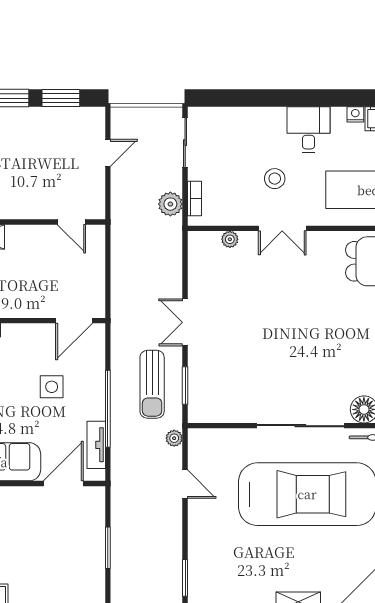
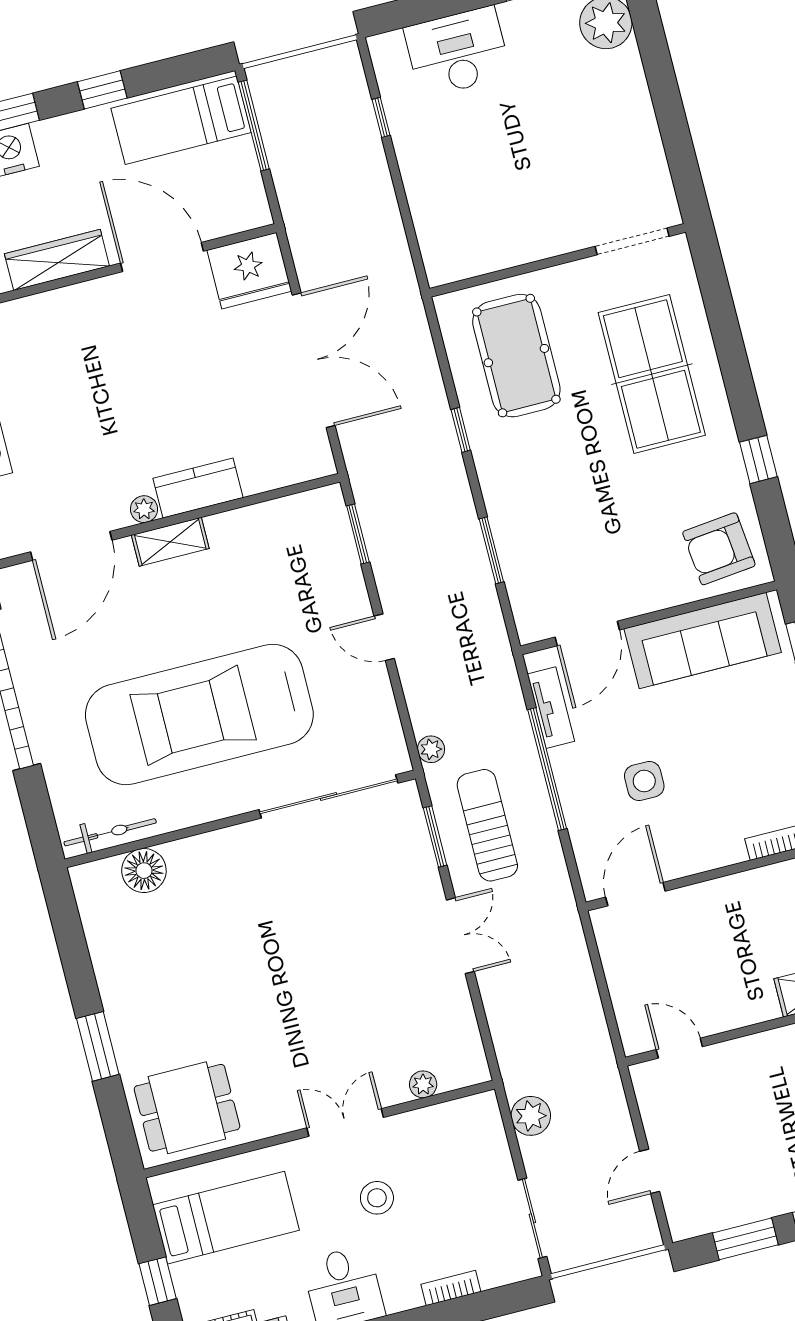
bookcase: (195, 199) -> (451, 1288), moved, turned 90
sliding door: (300, 426) -> (328, 796), moved
door: (185, 484) -> (384, 637), moved

